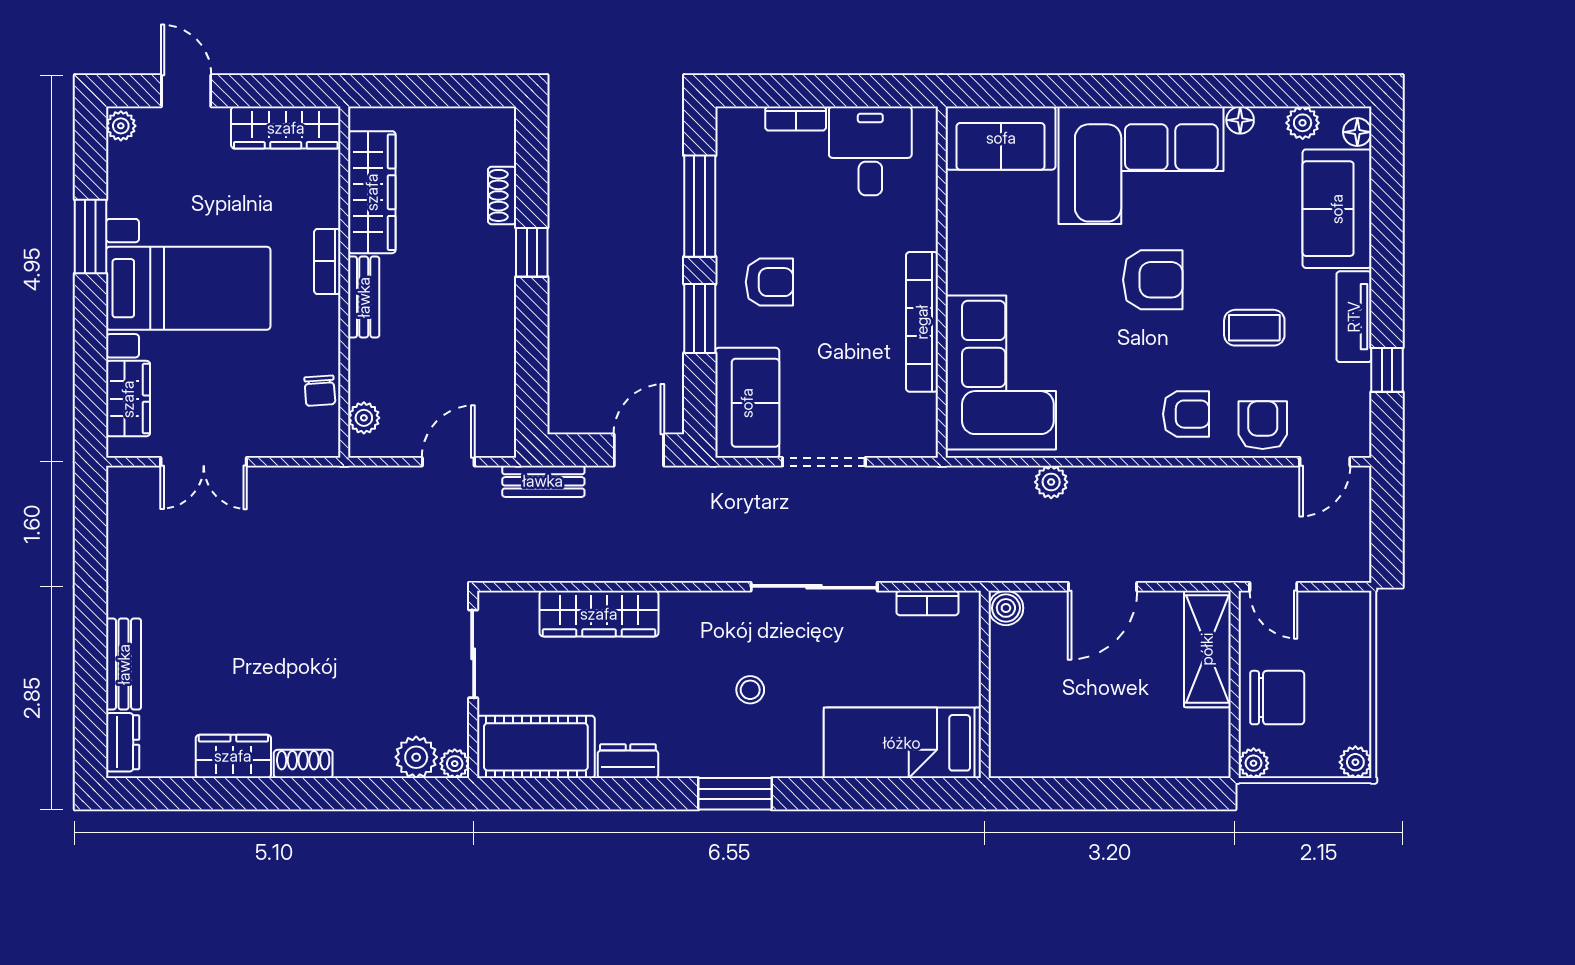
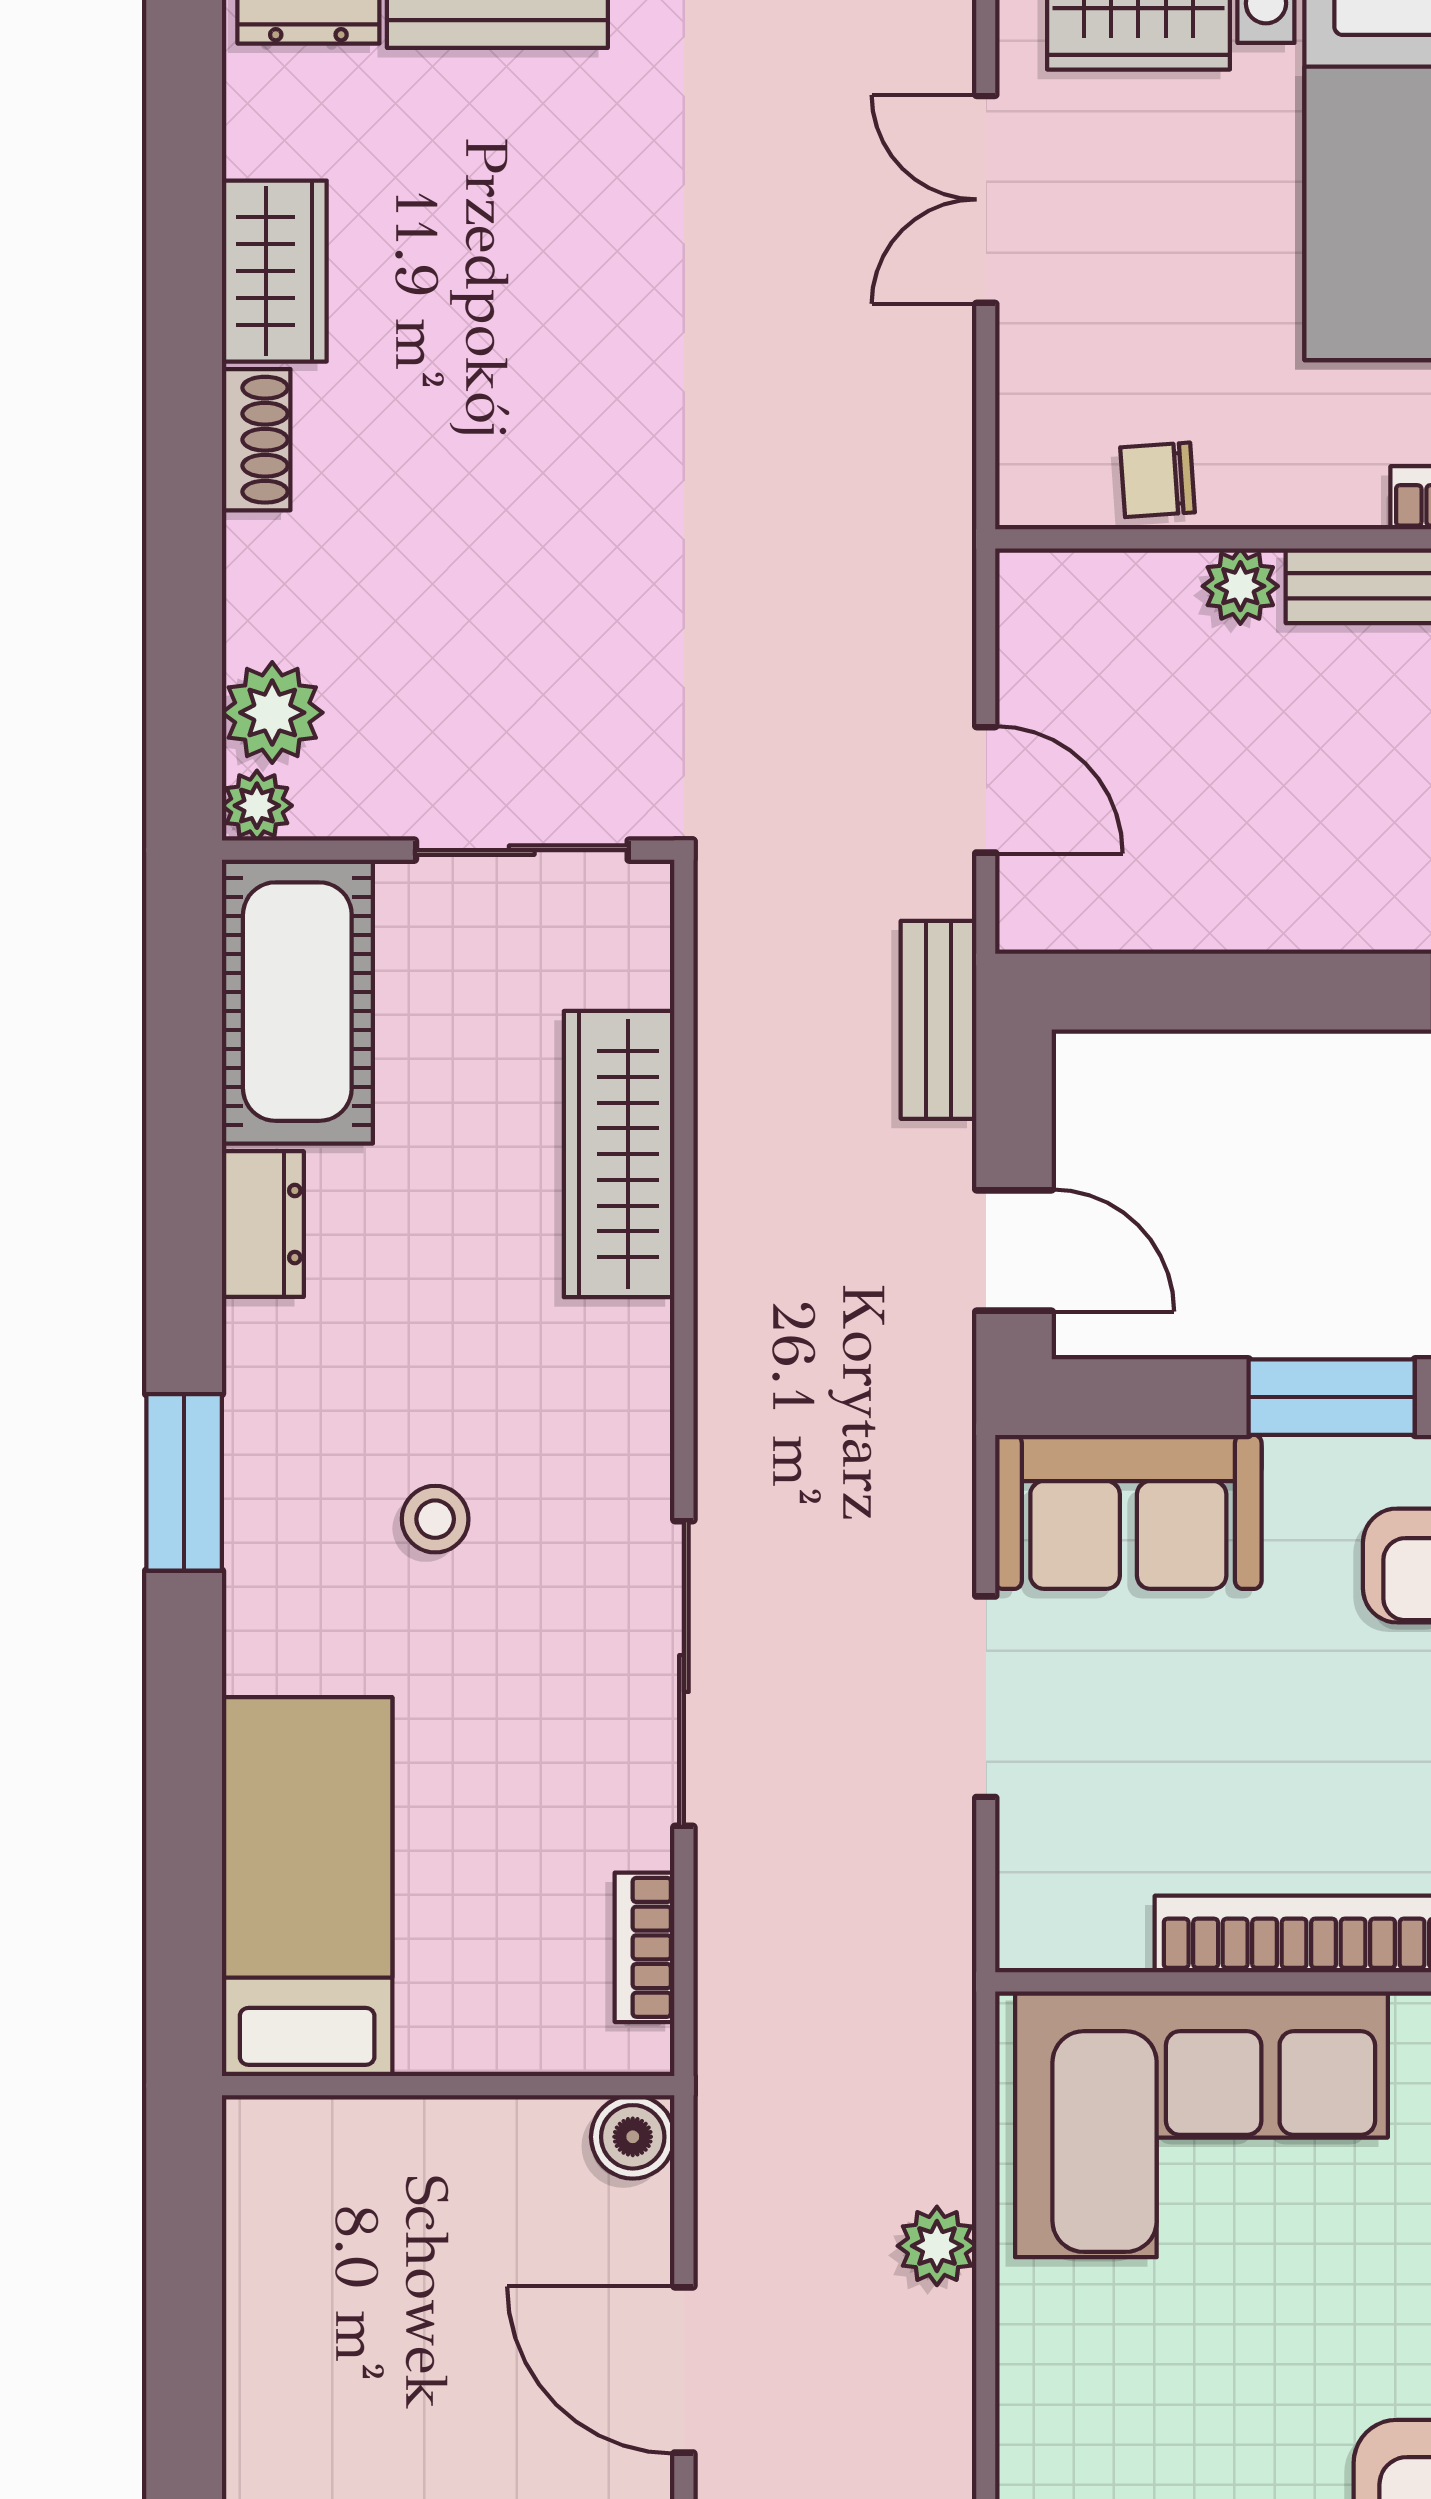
plant: (364, 418) -> (1240, 586), moved

